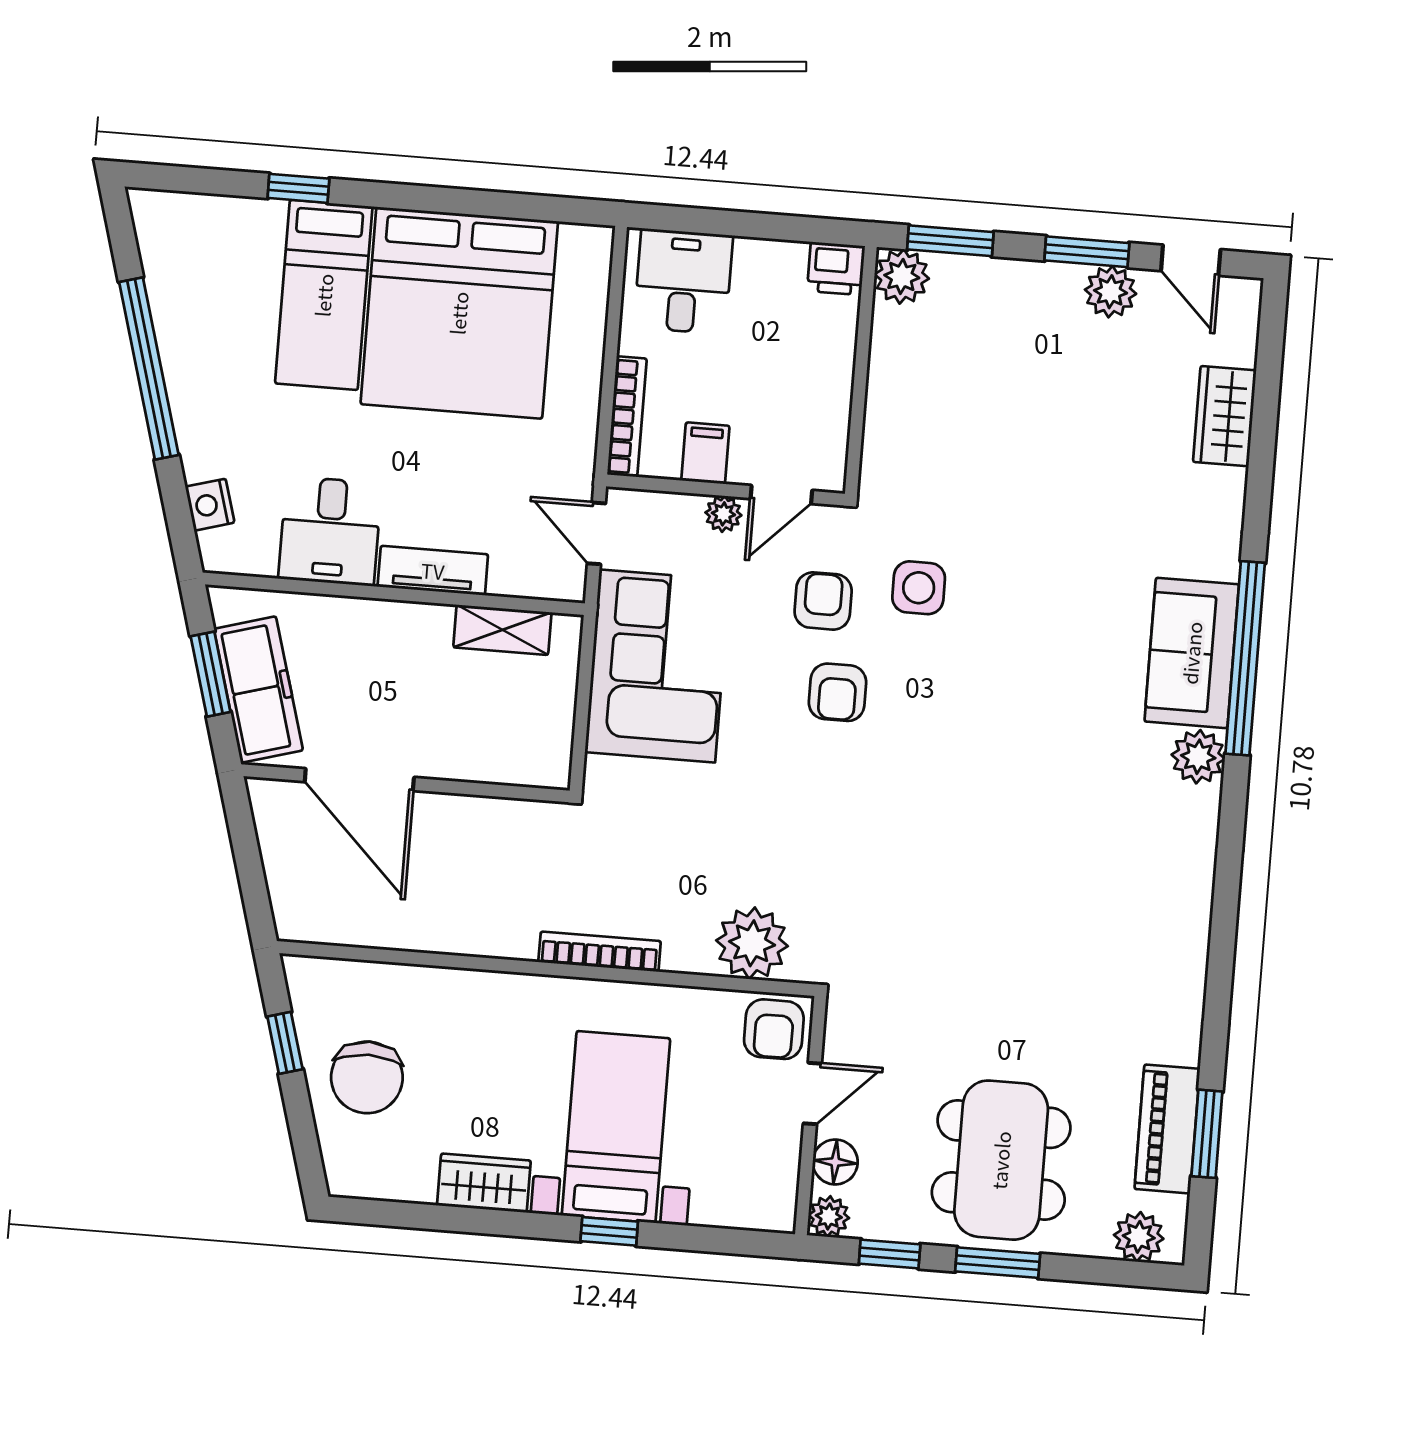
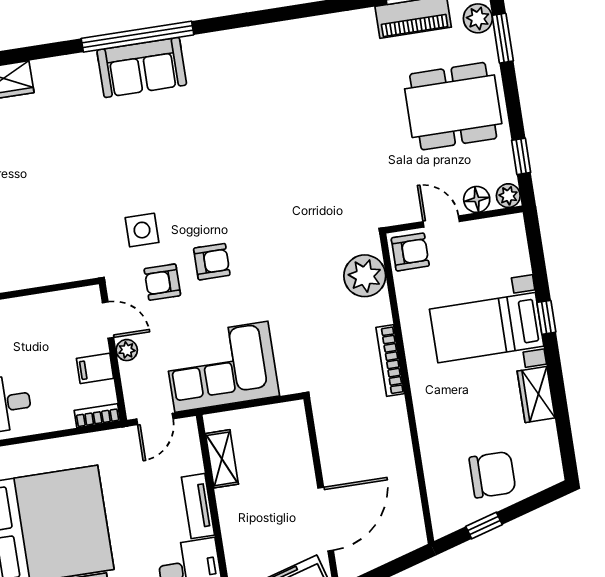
bookcase: (627, 417) -> (97, 416), width x0.64
plant: (1198, 757) -> (199, 50), removed
window: (998, 1263) -> (503, 38), moved

